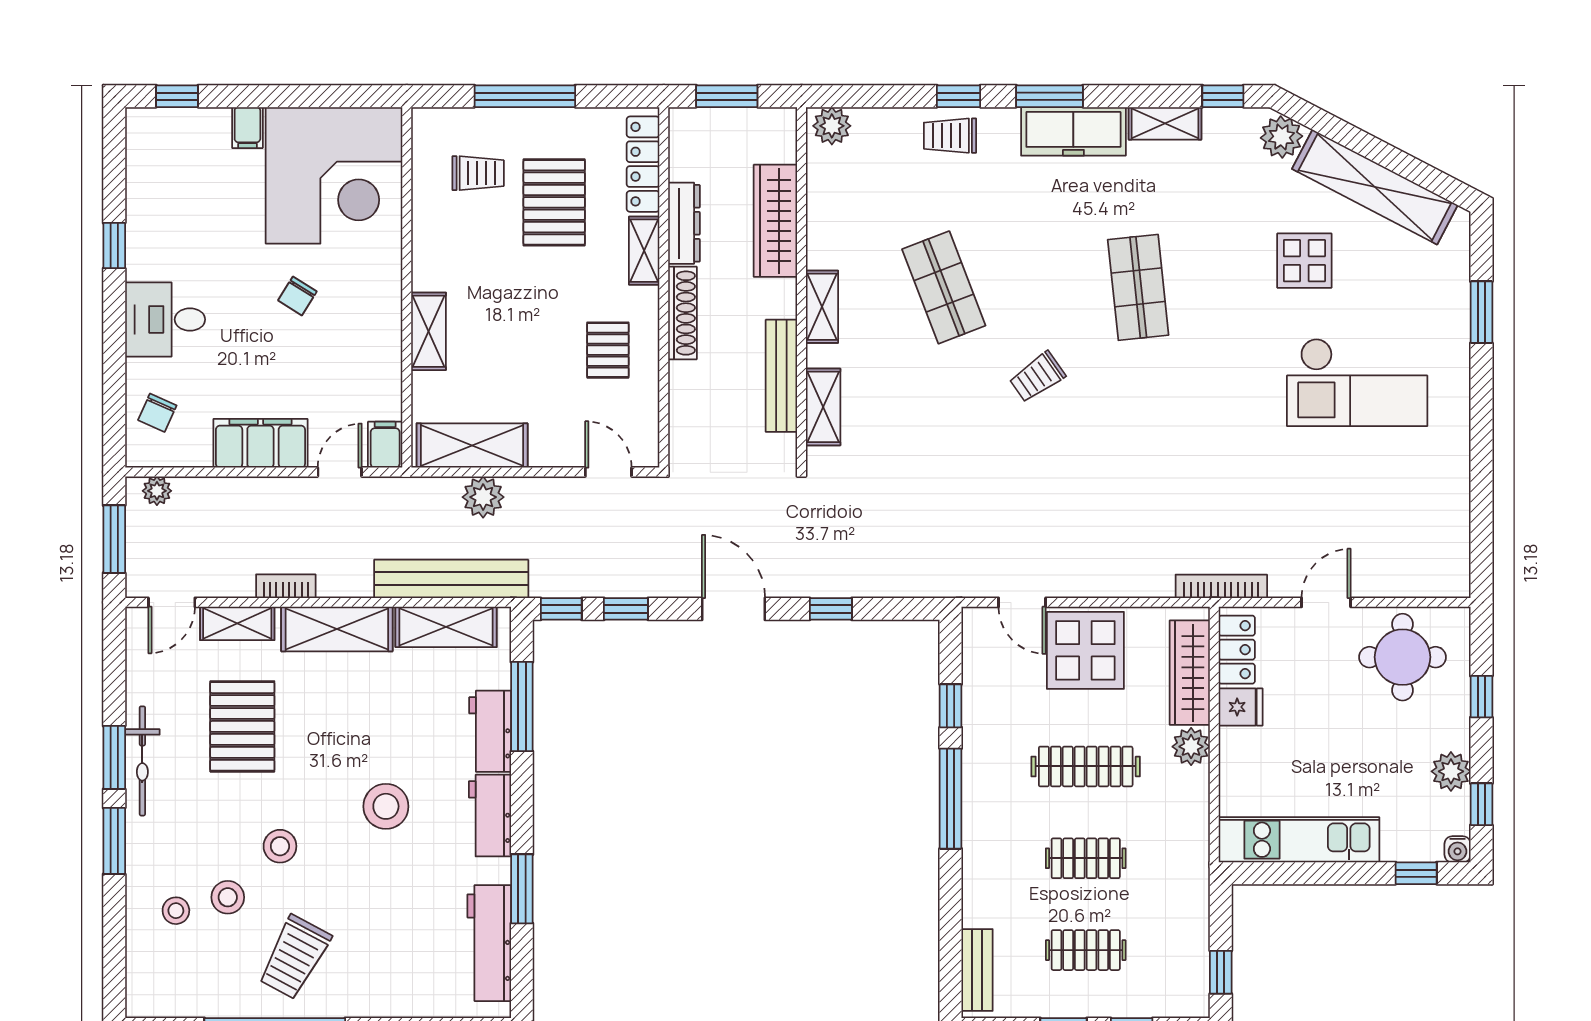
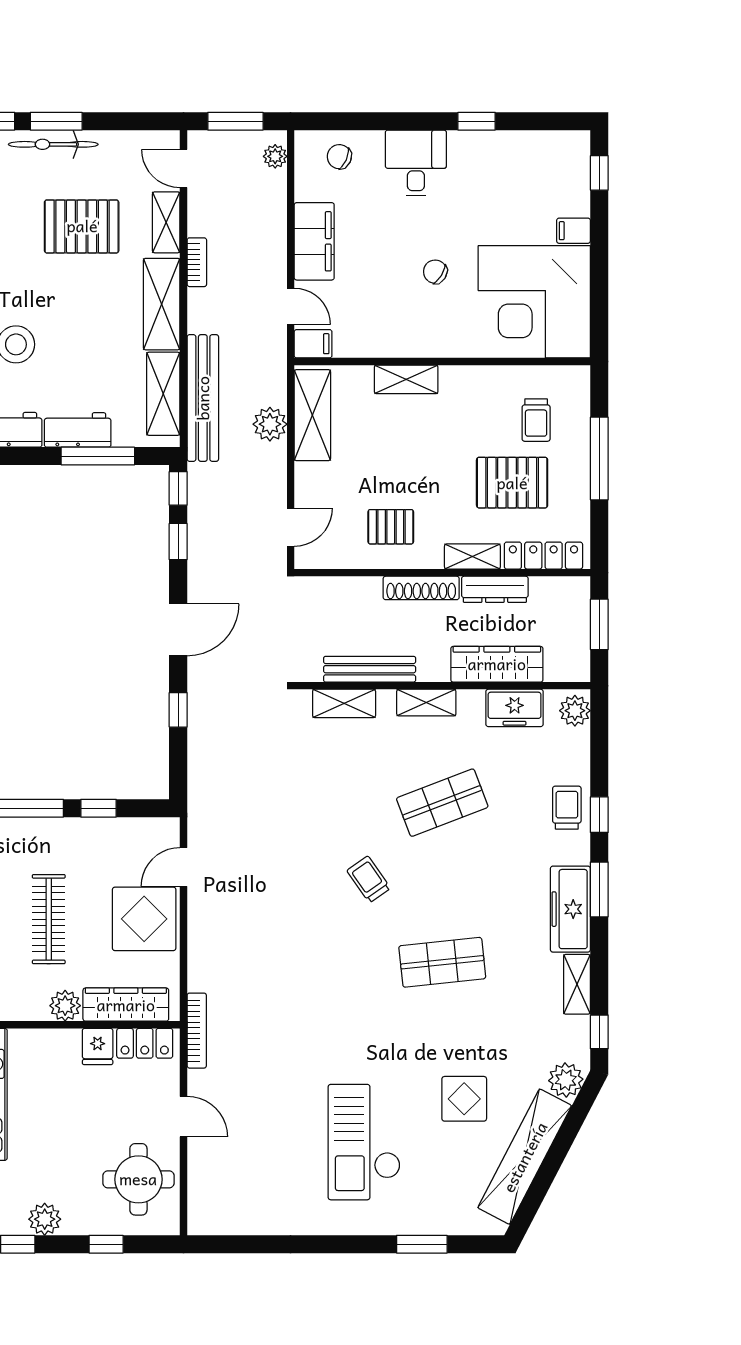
freezer: (828, 199) -> (515, 708), added

